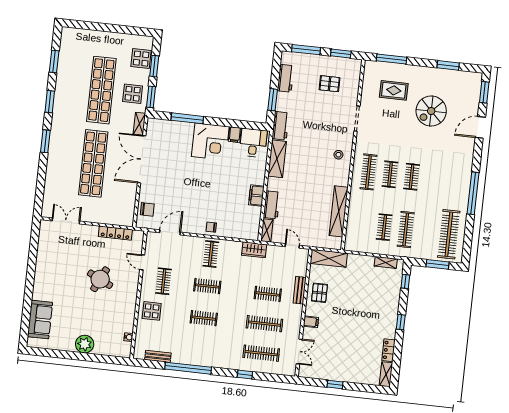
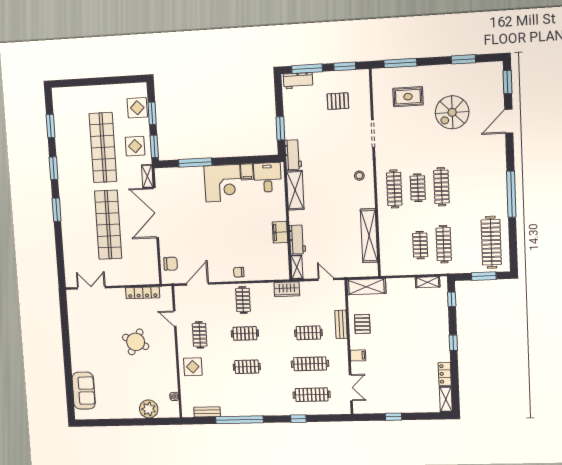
workbench: (286, 78) -> (298, 81), moved, turned 90
clothes rail: (412, 177) -> (441, 187), width x1.36
plant: (85, 344) -> (149, 409), moved

